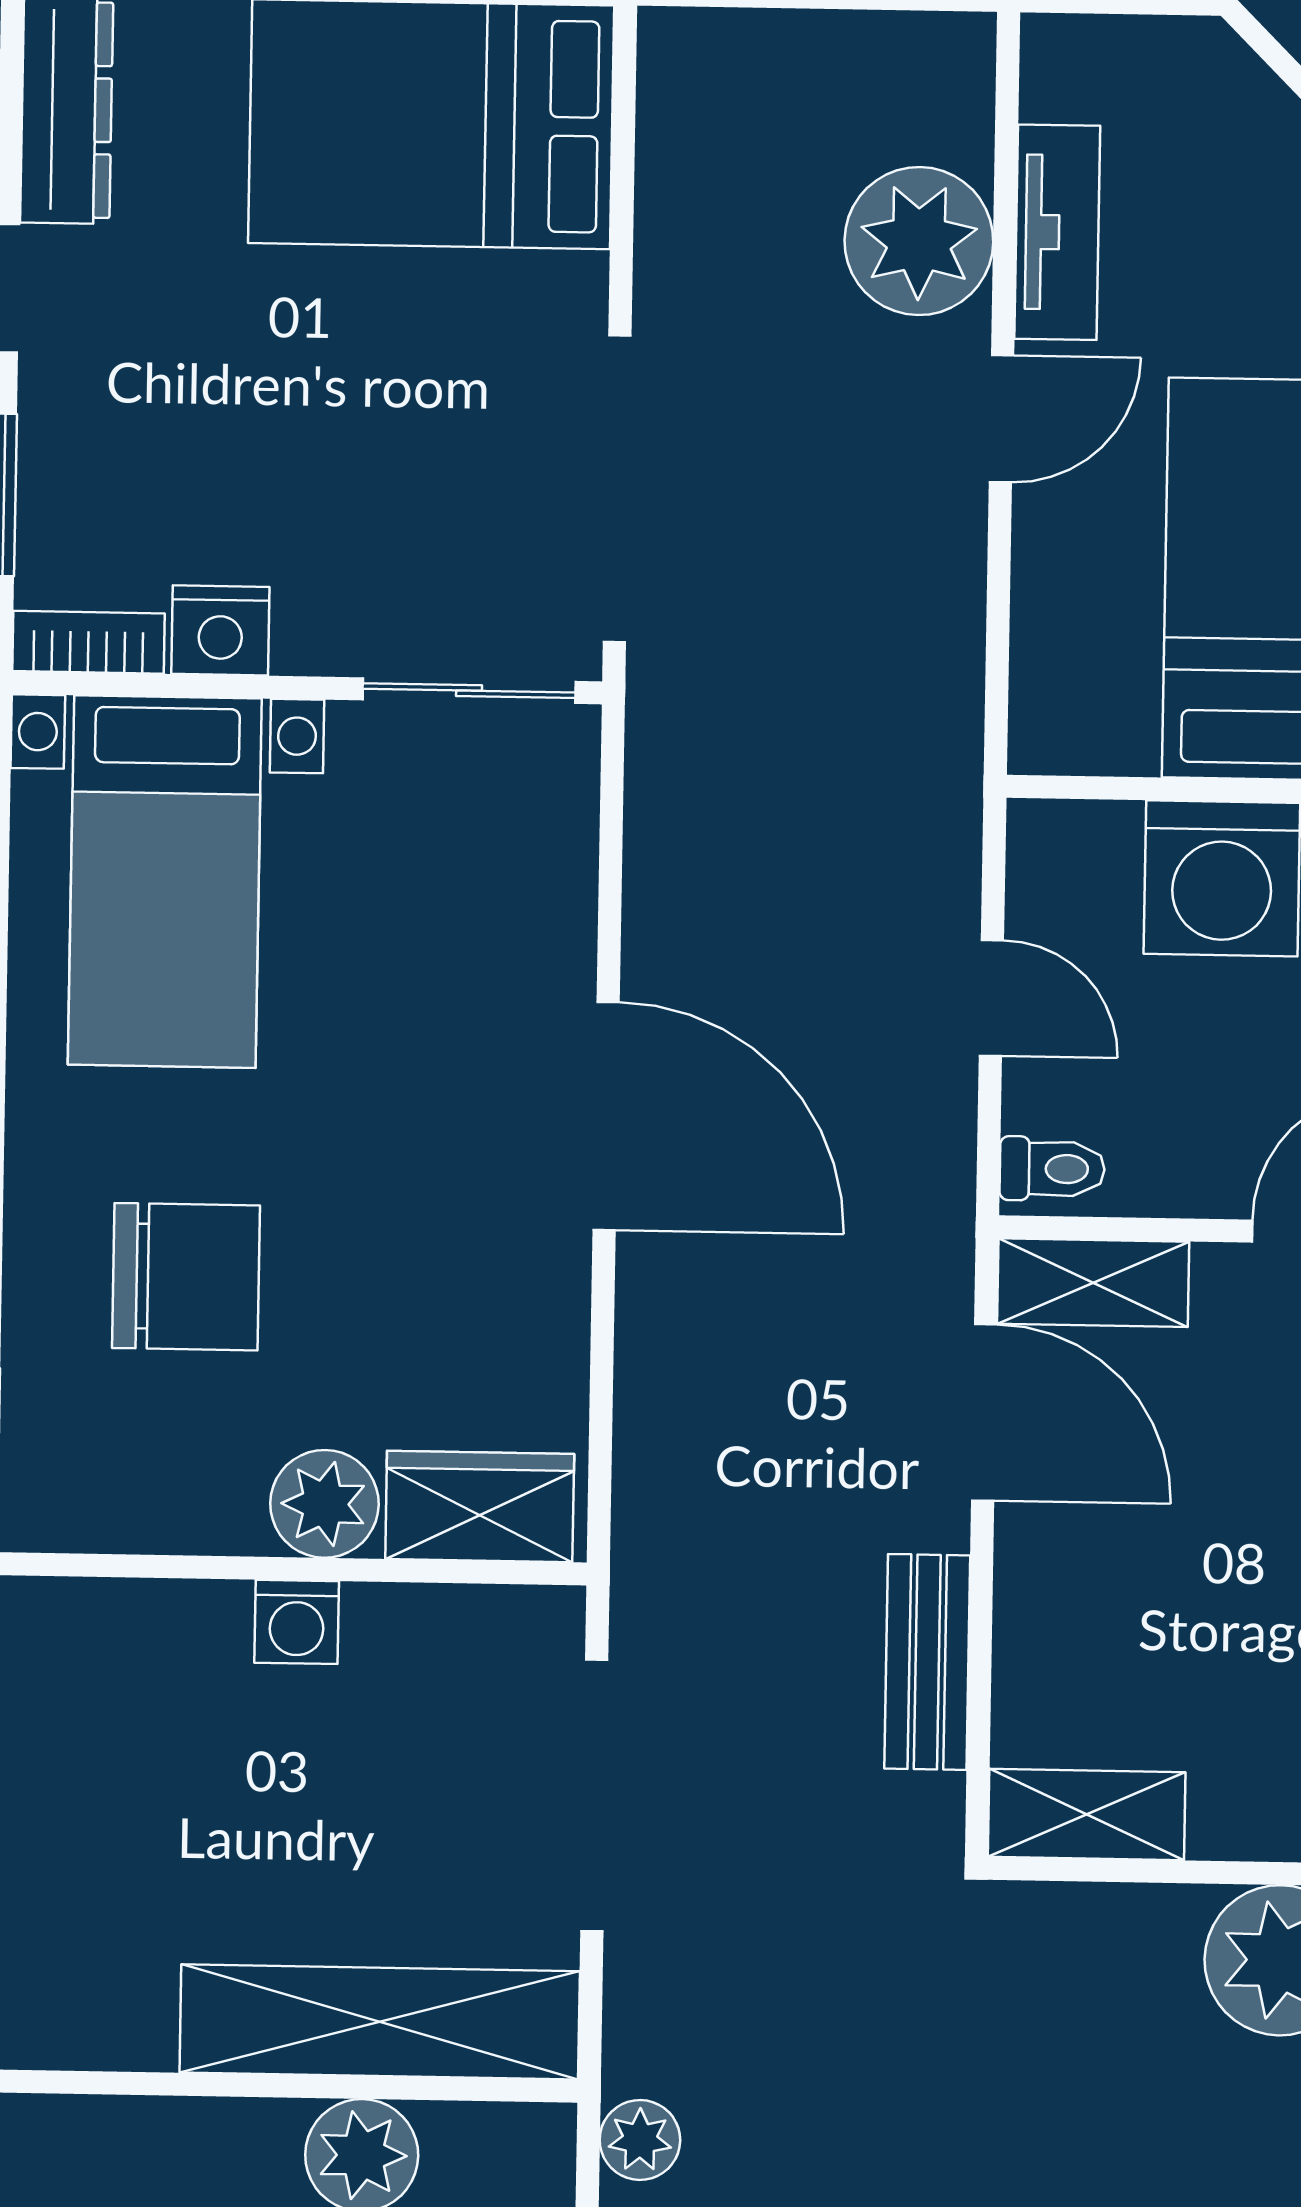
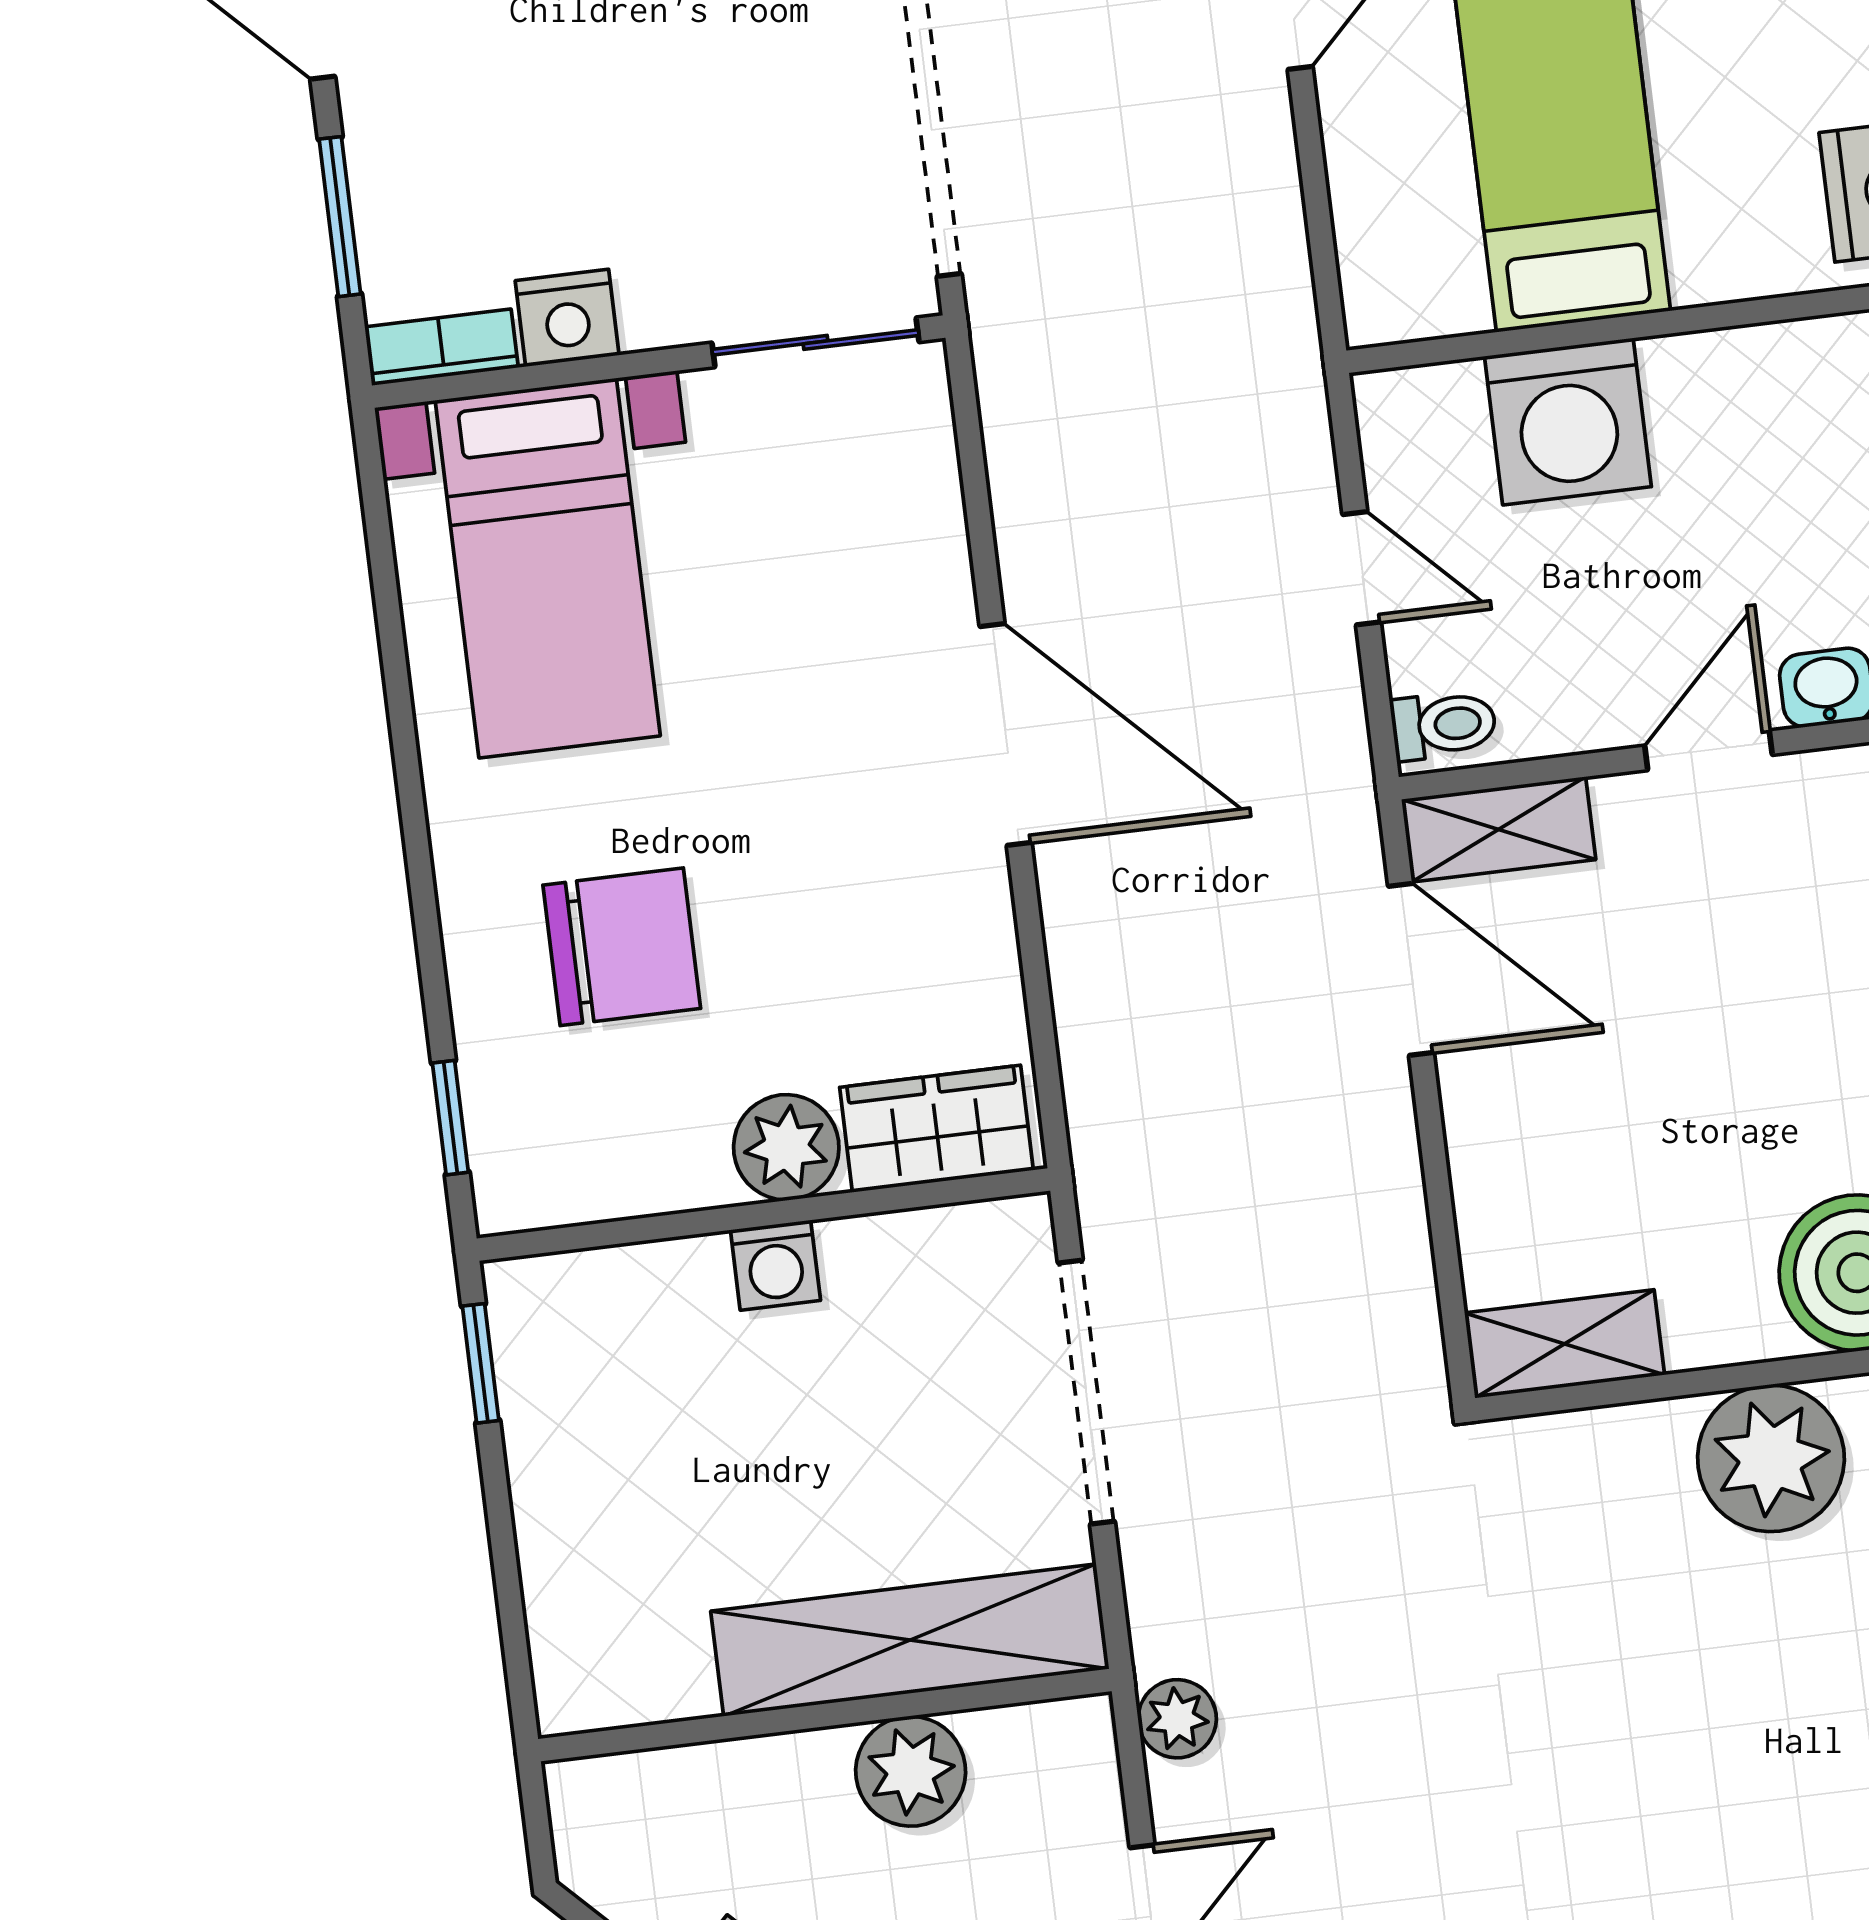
bench: (927, 1662) -> (1390, 1218), removed

